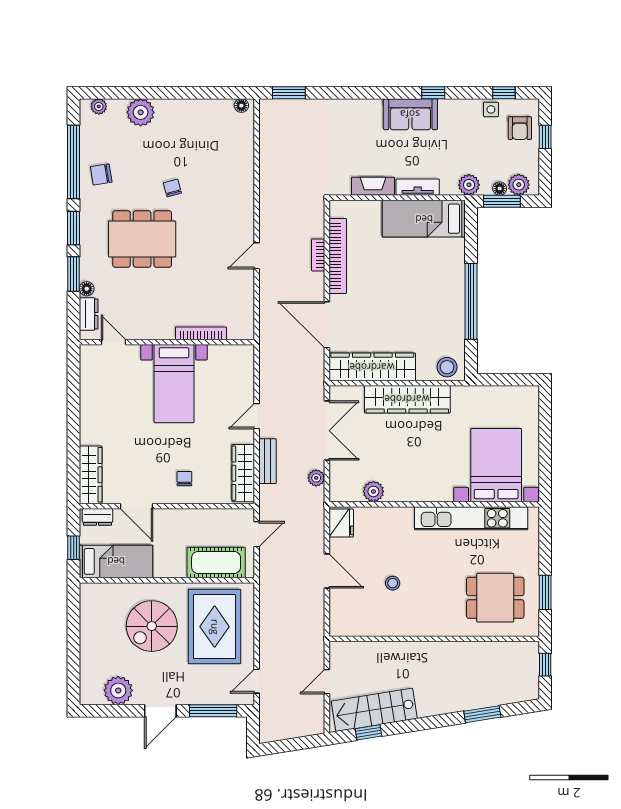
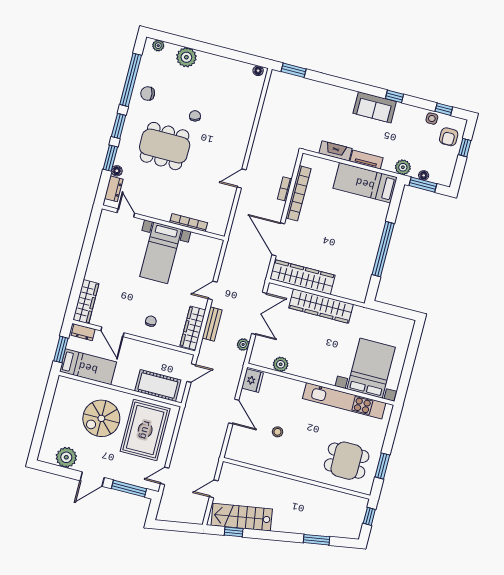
plant: (519, 185) -> (438, 176), removed
stool: (447, 367) -> (355, 291), removed
window: (74, 548) -> (61, 349), width x1.50

